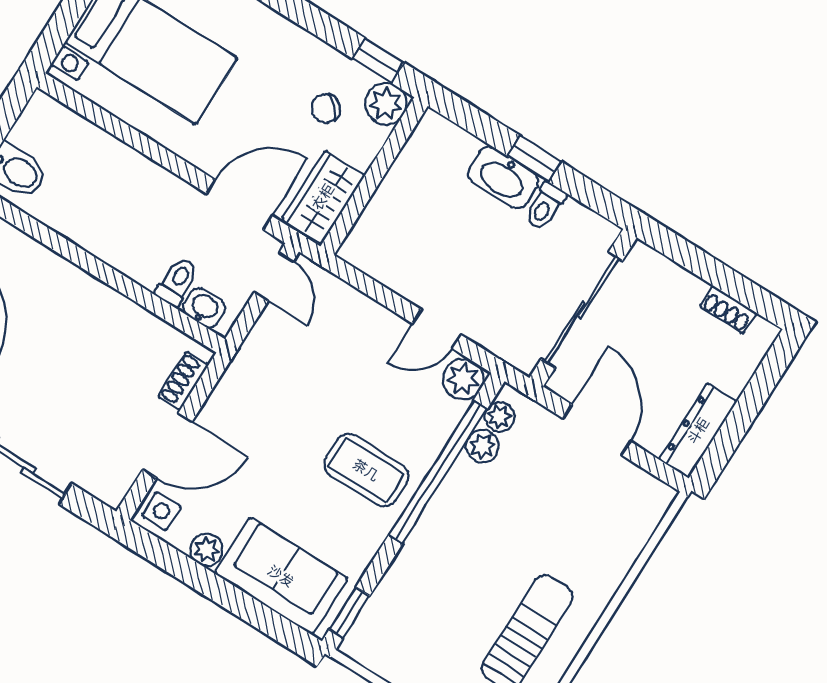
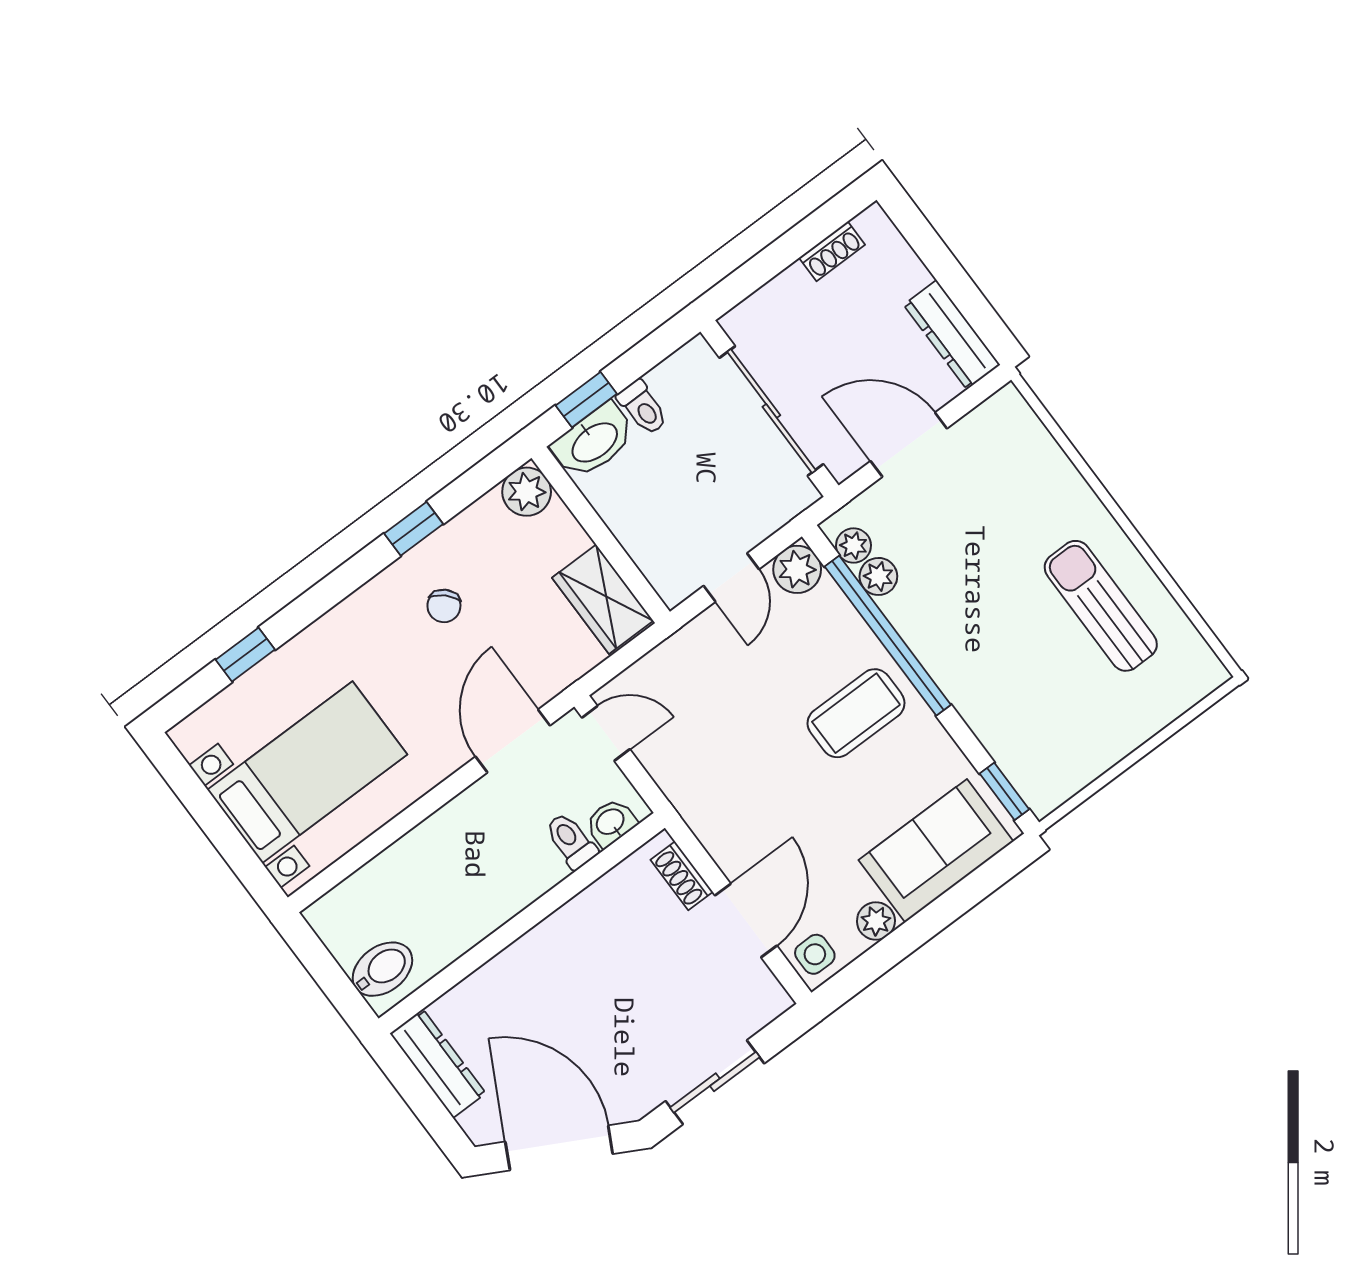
plant: (386, 104) -> (527, 492), moved
wall: (374, 176) -> (601, 535), moved
wardrobe: (323, 197) -> (603, 599), moved

